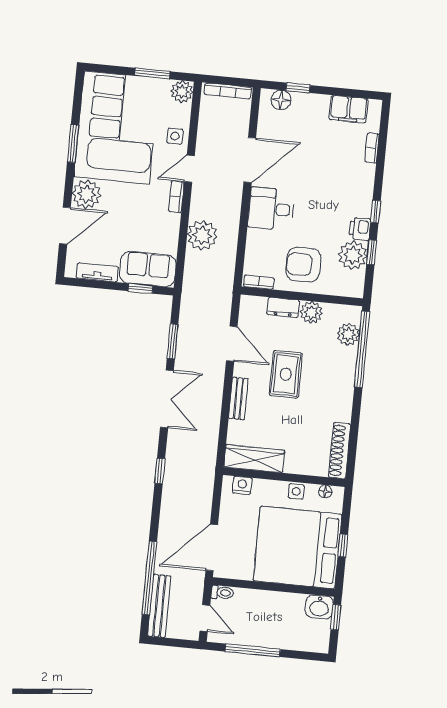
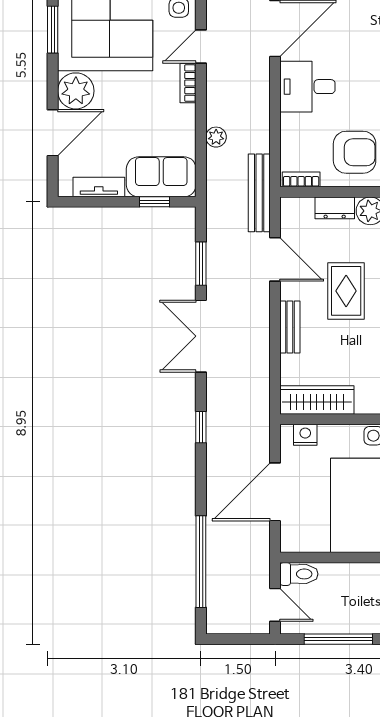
plant: (202, 235) -> (216, 137), width x0.53, depth x0.53
armchair: (303, 265) -> (355, 152), turned 180
double door: (167, 399) -> (201, 336), swing flipped
door: (212, 548) -> (275, 492), moved
toilet: (222, 593) -> (299, 574), width x1.37, depth x1.39
bench: (159, 606) -> (259, 193), moved

